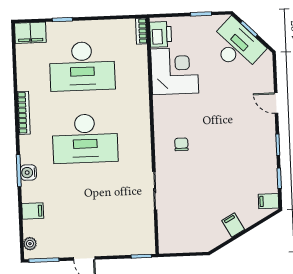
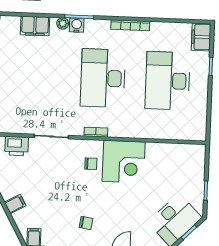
bookcase: (141, 31) -> (96, 132), moved
printer: (161, 34) -> (17, 146), moved
corner desk: (175, 71) -> (124, 162), moved
chair: (248, 144) -> (86, 223), added
filing cabinet: (33, 211) -> (35, 26), width x2.00
plant: (30, 244) -> (63, 23), moved

